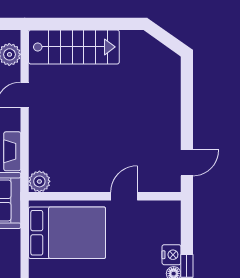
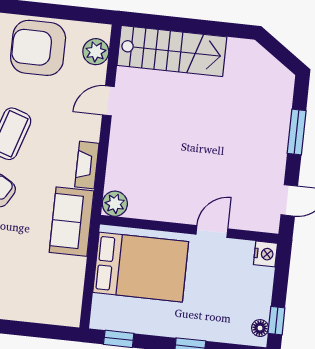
window: (187, 104) -> (297, 132), added
nightstand: (171, 255) -> (265, 254), moved

